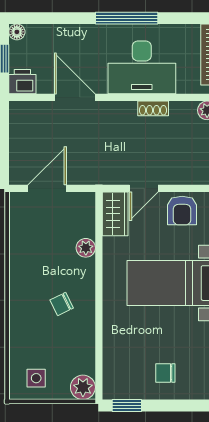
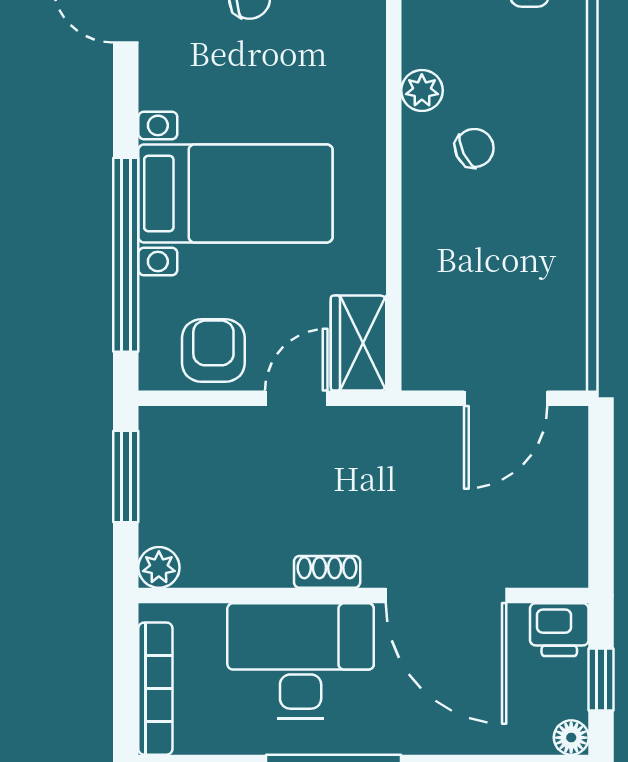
door: (75, 97) -> (446, 596), width x1.36
shoe rack: (153, 108) -> (327, 572), moved
plant: (86, 248) -> (422, 90), moved

